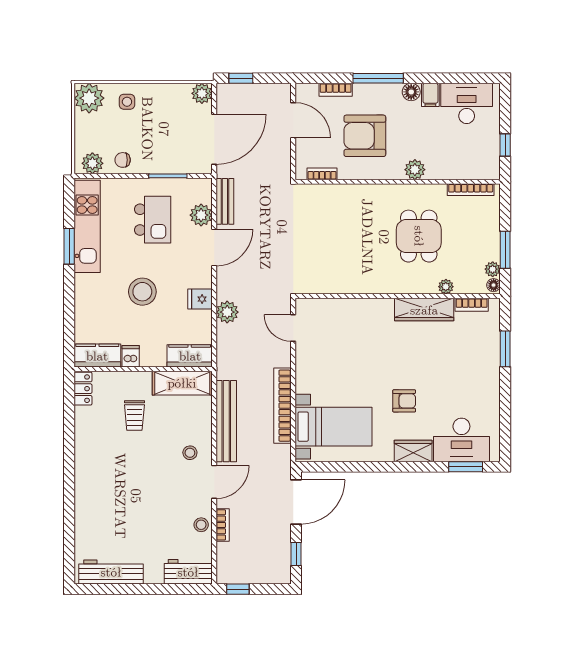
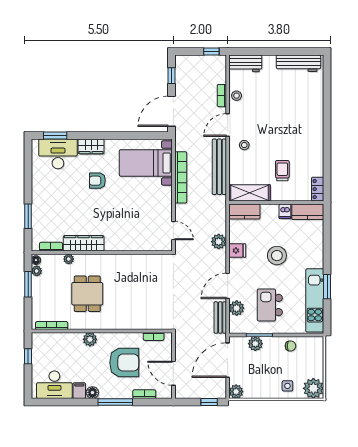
plant: (92, 163) -> (255, 344), moved

